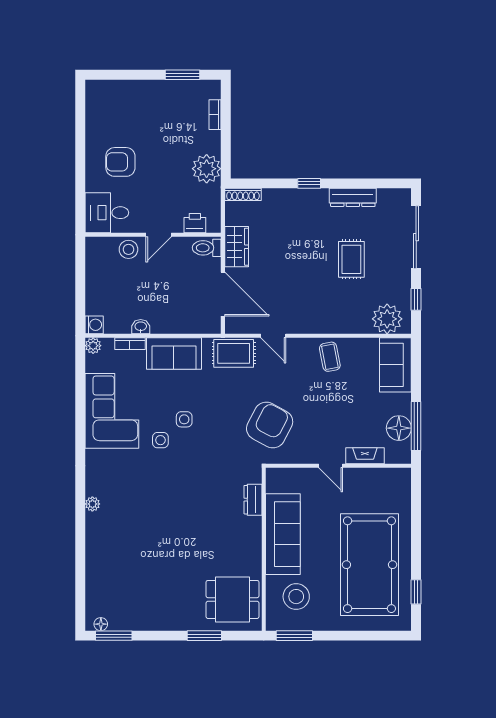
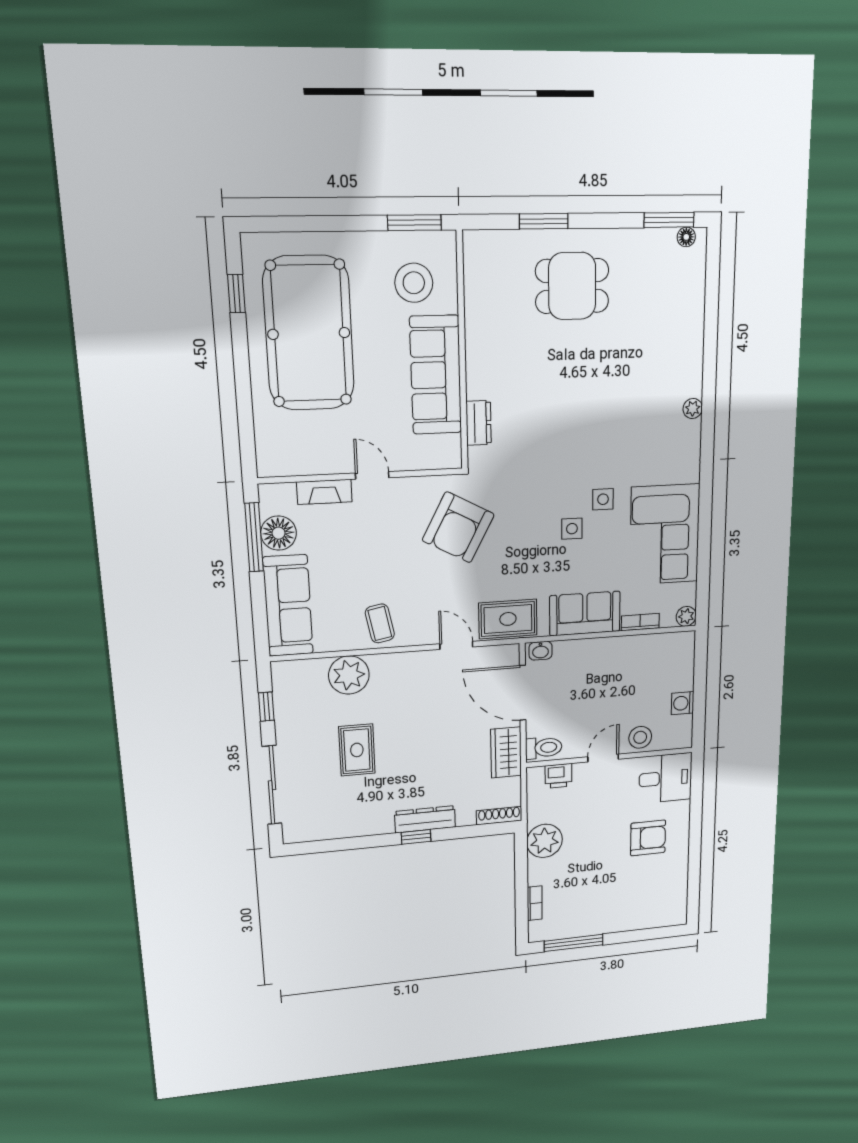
window: (182, 75) -> (574, 943), width x1.44
dresser: (353, 197) -> (425, 819), moved
plant: (387, 319) -> (349, 675), moved
washing machine: (94, 325) -> (683, 703), moved
washbasin: (141, 327) -> (541, 651), moved
sofa: (395, 365) -> (288, 606), width x1.36
dining table: (232, 599) -> (572, 286), moved

